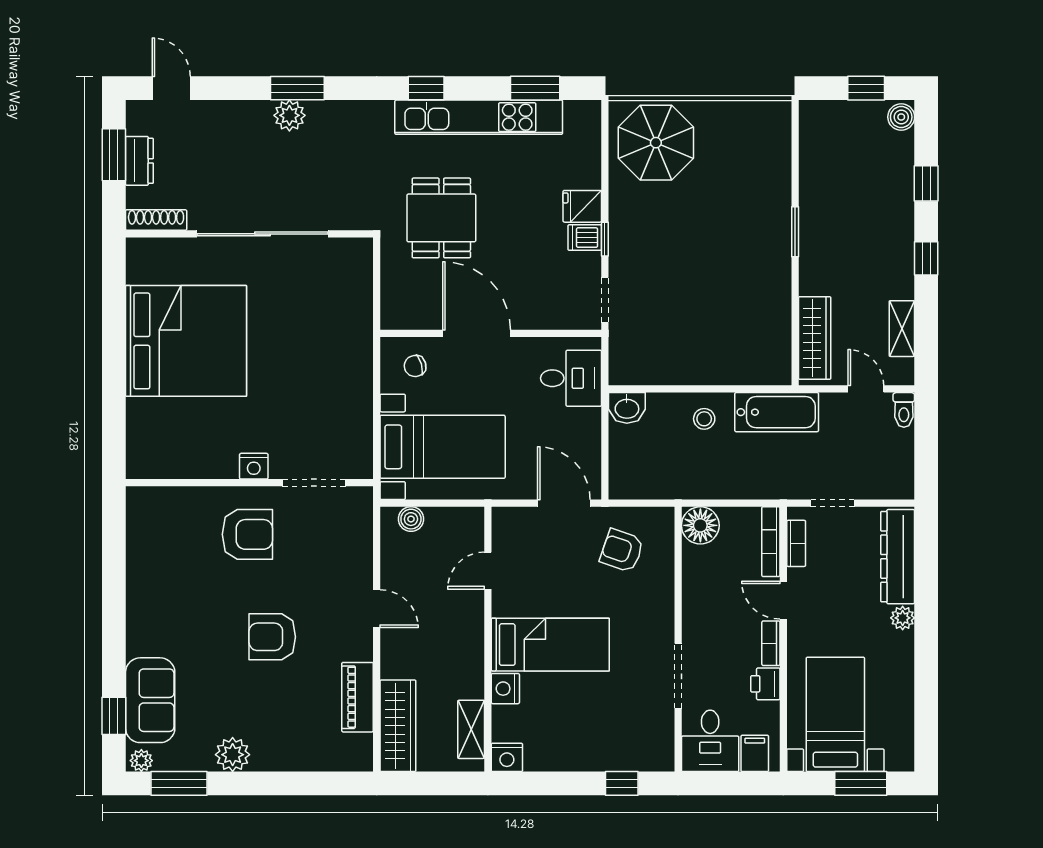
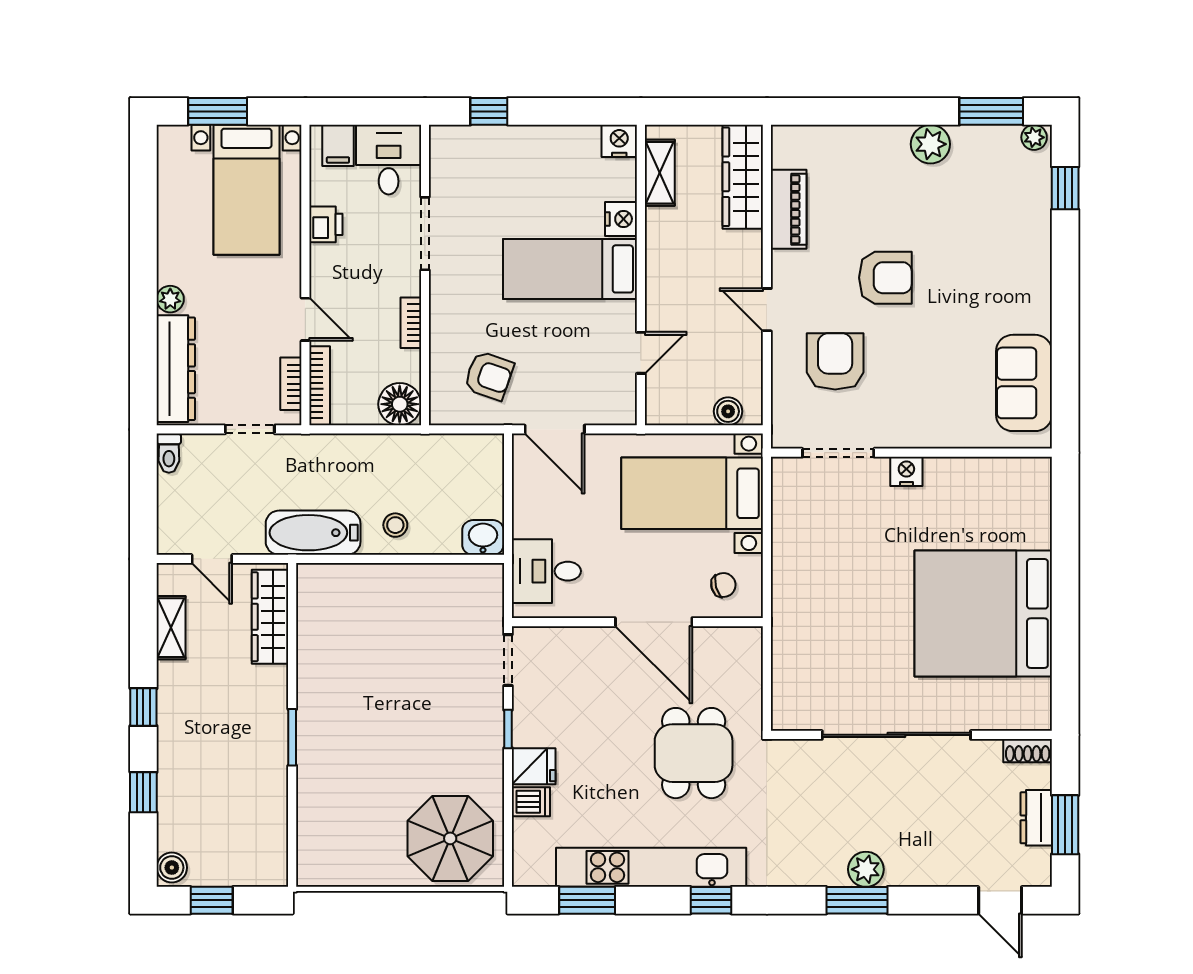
shoe rack: (156, 220) -> (1028, 751), width x0.70
dishwasher: (585, 238) -> (531, 802), moved
toilet: (904, 410) -> (169, 453), moved, turned 180
armchair: (247, 534) -> (835, 361), moved, turned 90
bookcase: (771, 643) -> (411, 323), moved, turned 180
sofa: (150, 700) -> (1024, 383), moved

